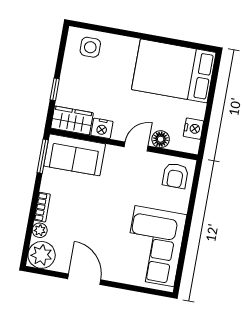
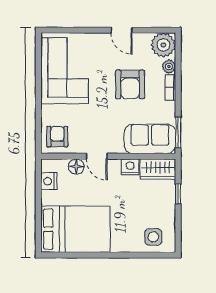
door: (136, 146) -> (97, 156), hinge flipped
armchair: (86, 218) -> (130, 84), added
door: (84, 279) -> (122, 30), width x0.73

